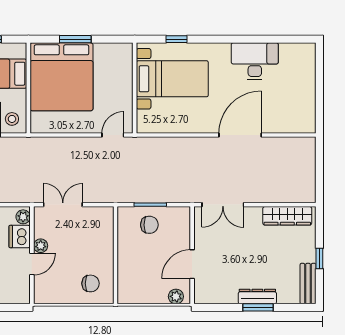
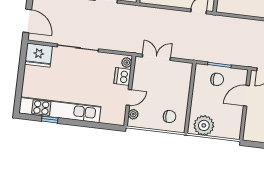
plant: (41, 246) -> (133, 114), moved
door: (192, 264) -> (246, 96), moved
plant: (176, 296) -> (204, 125), moved, width x1.87, depth x1.87

